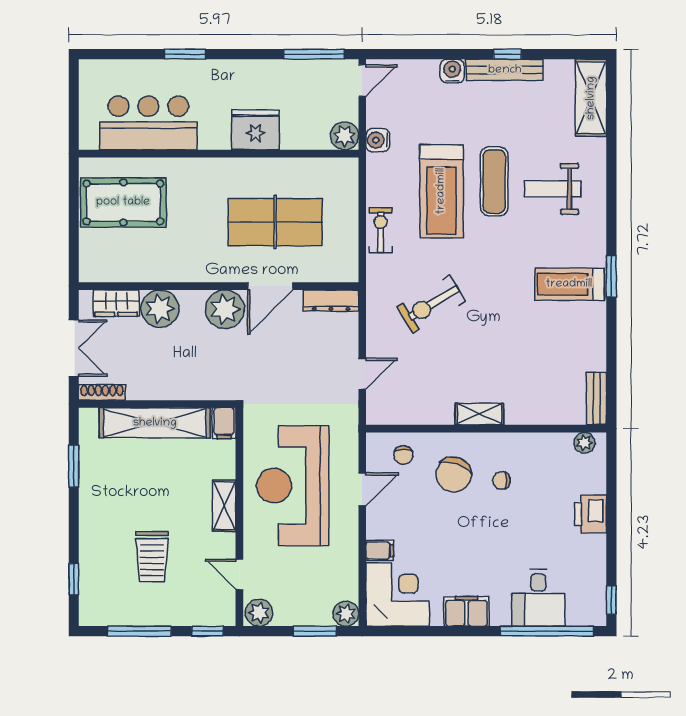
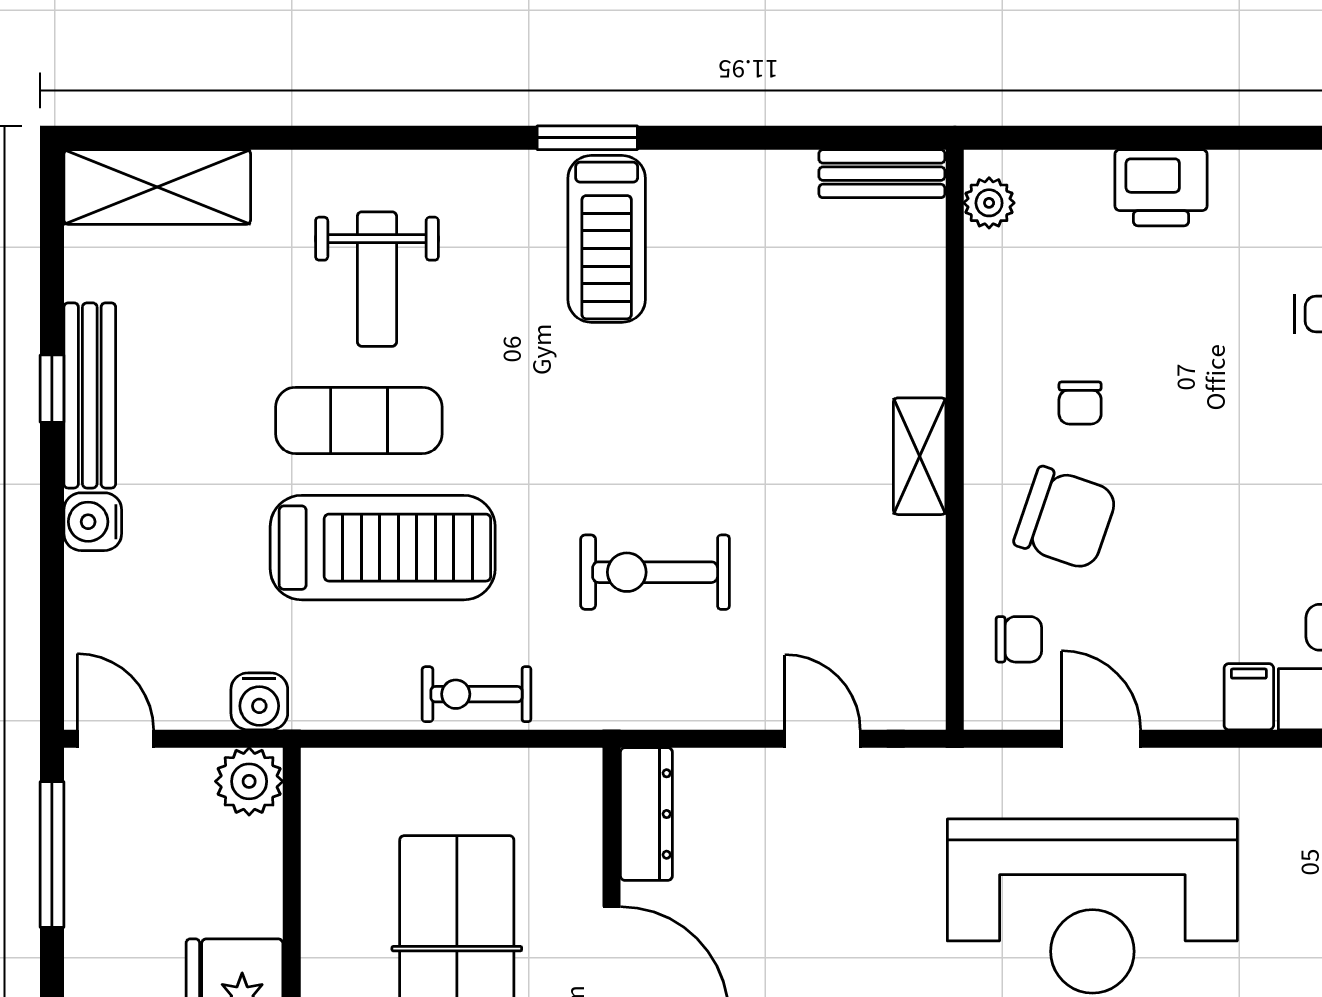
exercise bike: (431, 304) -> (655, 572), turned 121

